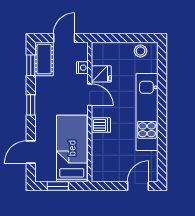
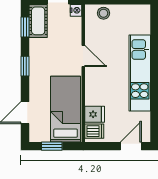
stool: (140, 51) -> (104, 13), moved
nightstand: (82, 68) -> (76, 10), moved
fridge: (101, 74) -> (95, 114), moved
dishwasher: (101, 125) -> (94, 131), moved

